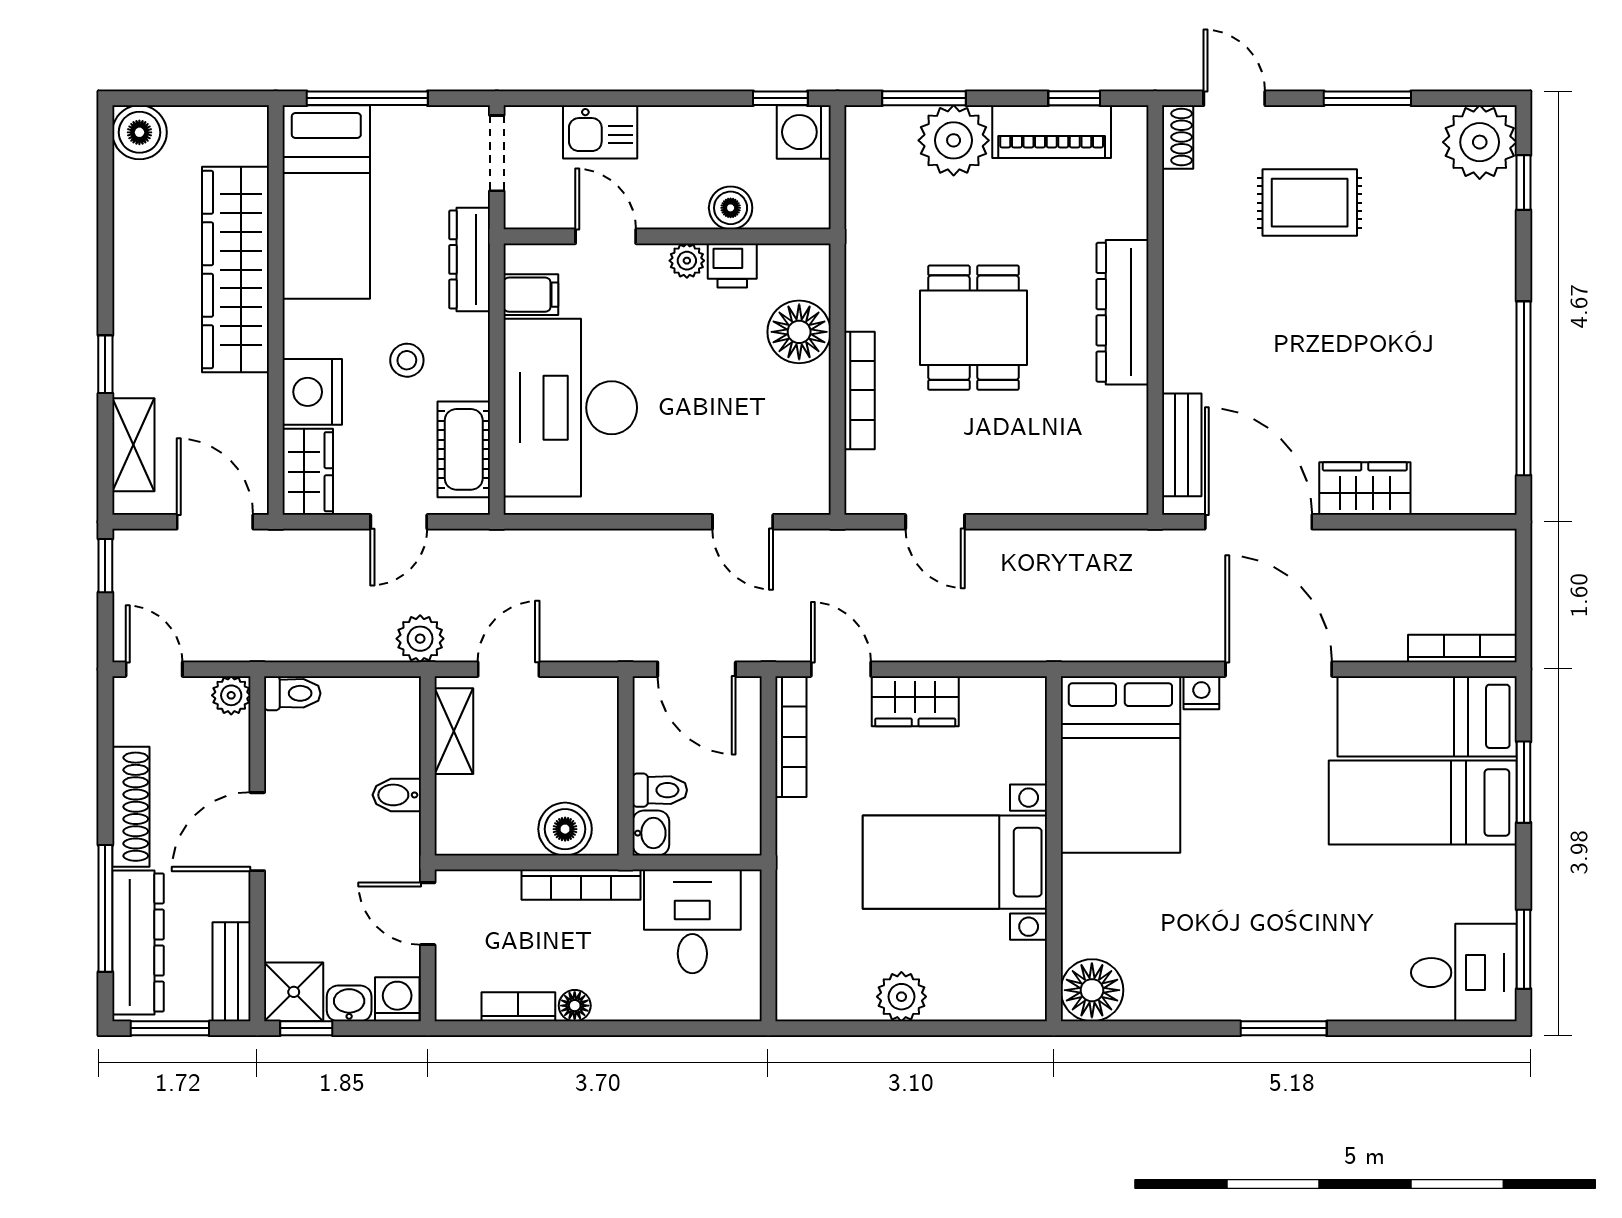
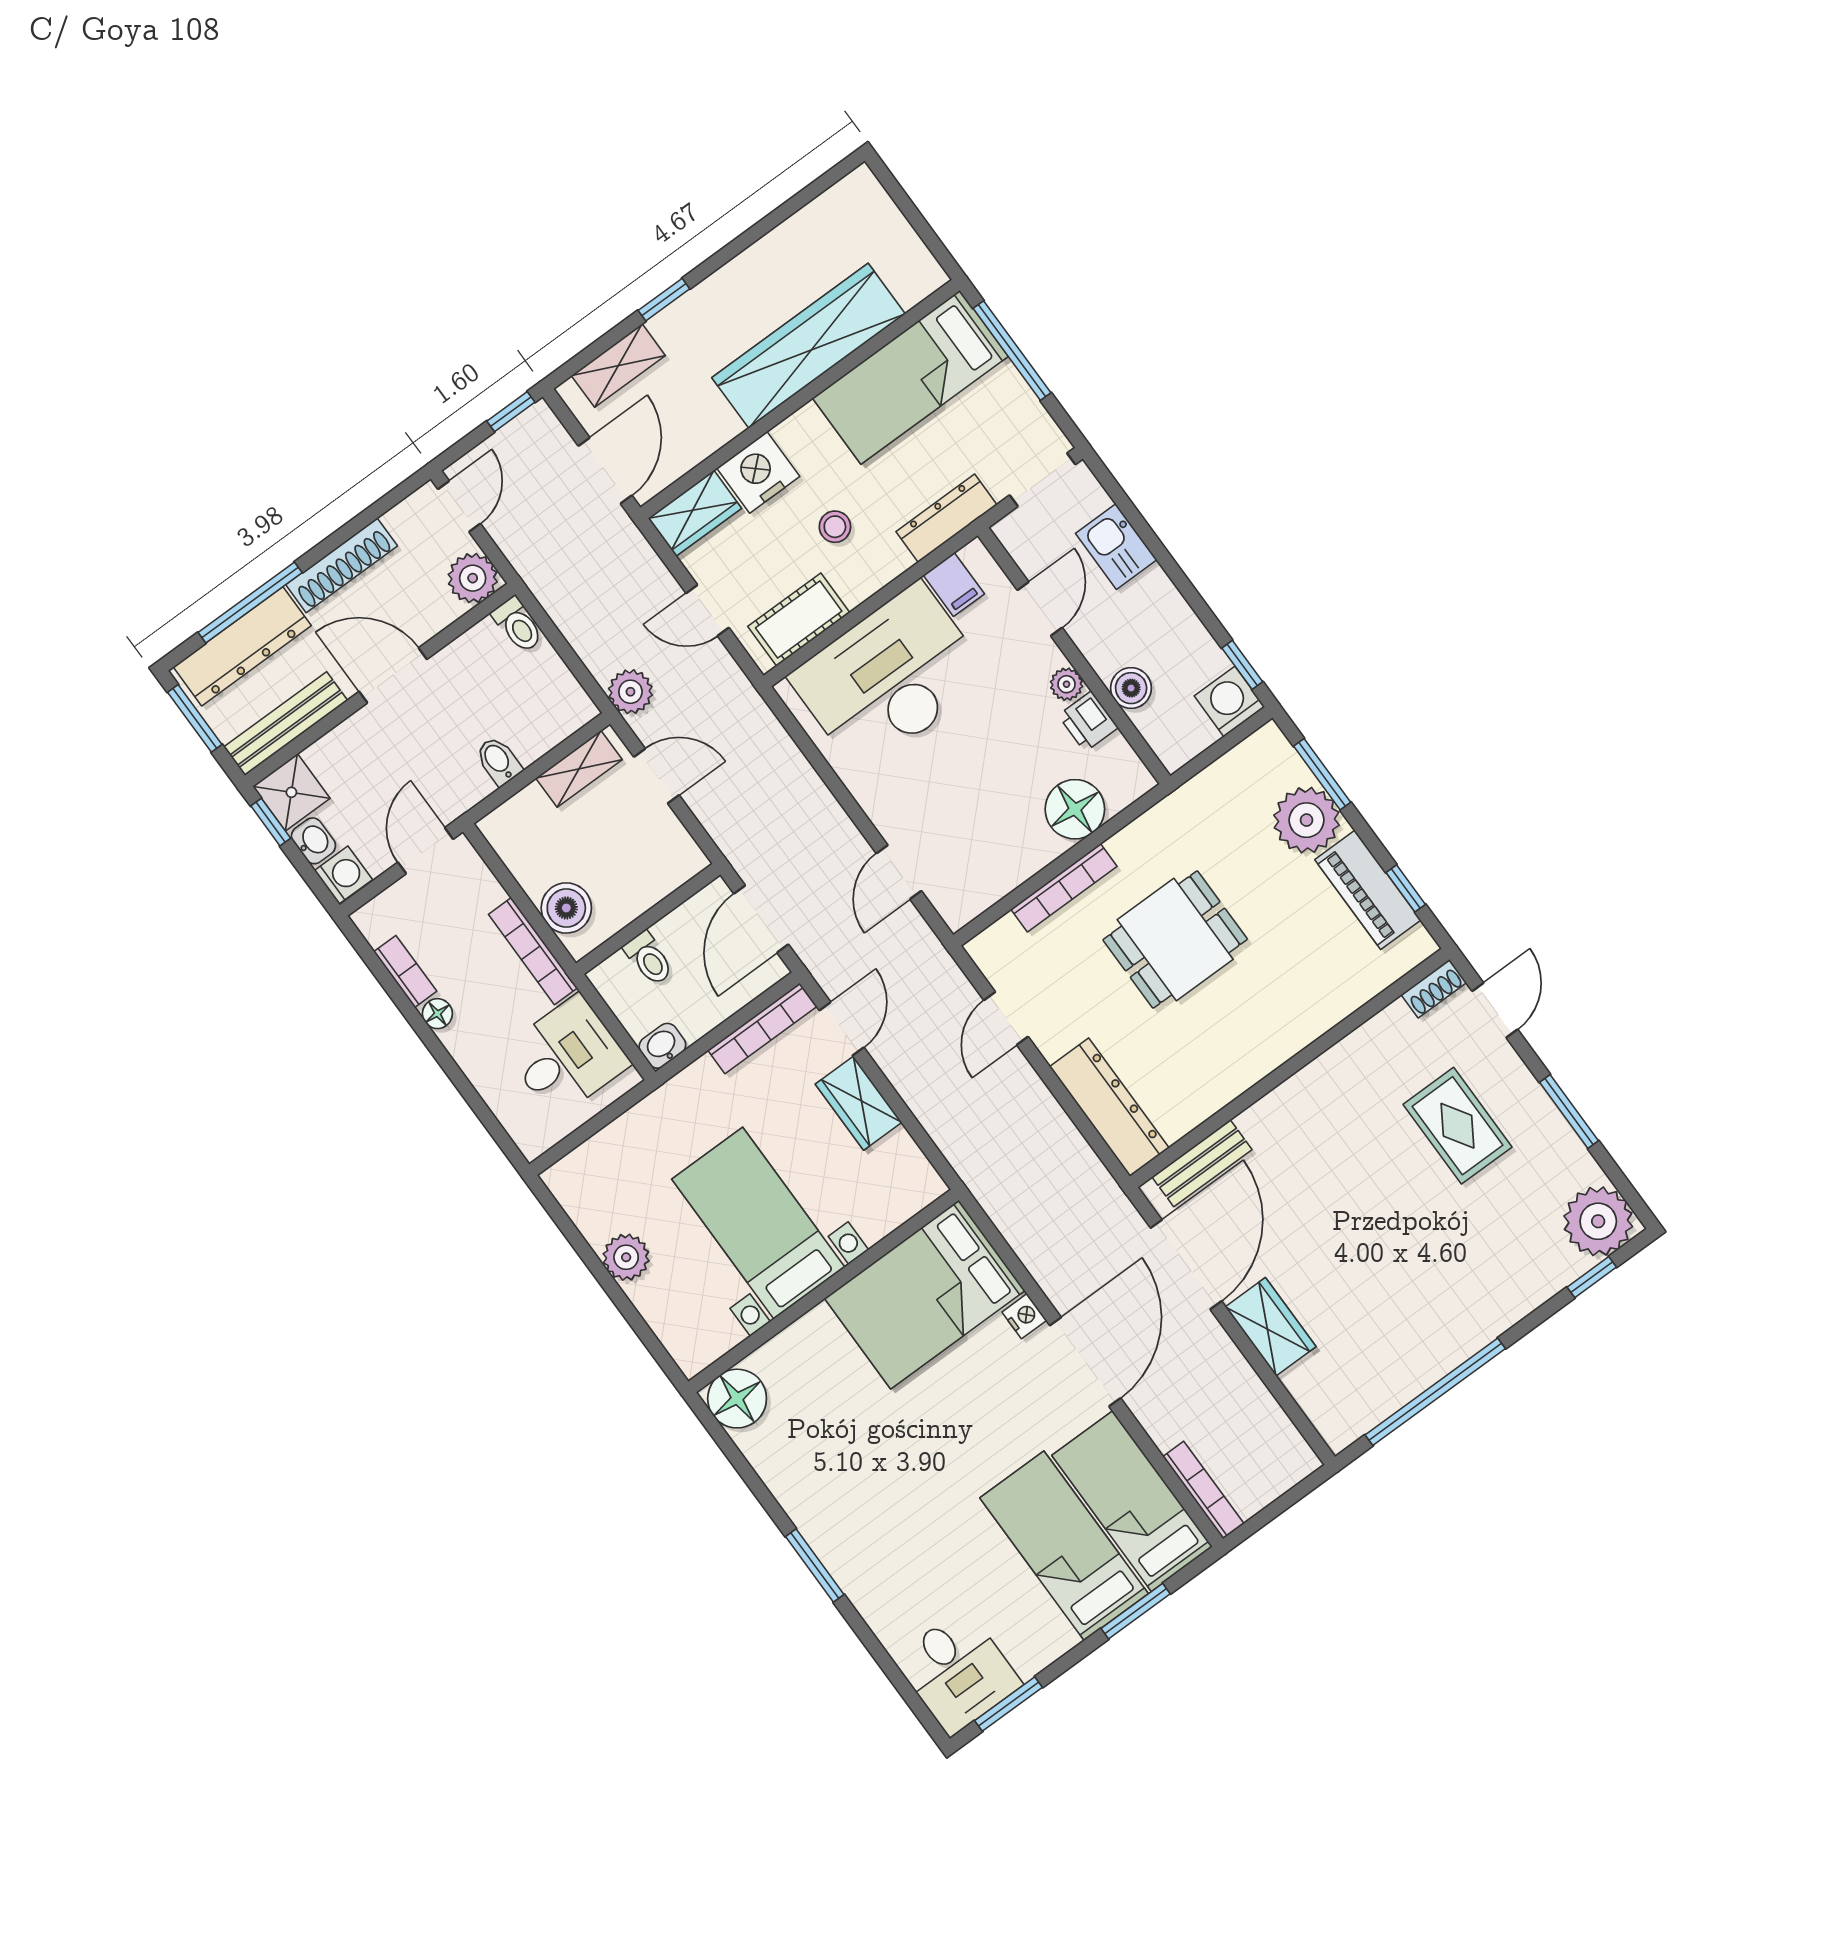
boiler: (139, 132) -> (859, 196), removed
dresser: (1122, 312) -> (1109, 1107), moved, turned 90
plant: (231, 695) -> (473, 578), width x1.38, depth x1.38
washbasin: (651, 833) -> (662, 1046), moved, turned 180
bench: (231, 972) -> (286, 724), width x1.36

